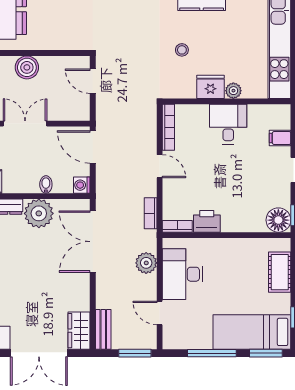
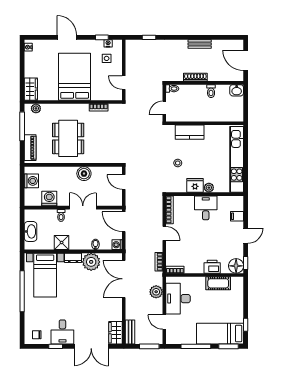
printer: (207, 221) -> (212, 267), moved
cot: (280, 272) -> (218, 283), moved, turned 90

